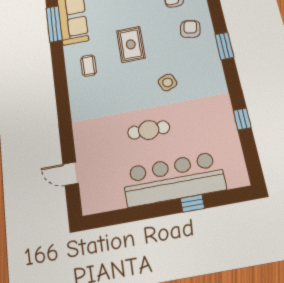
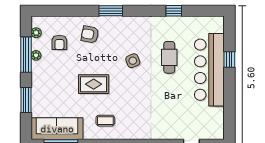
cafe table: (149, 130) -> (169, 57), moved

